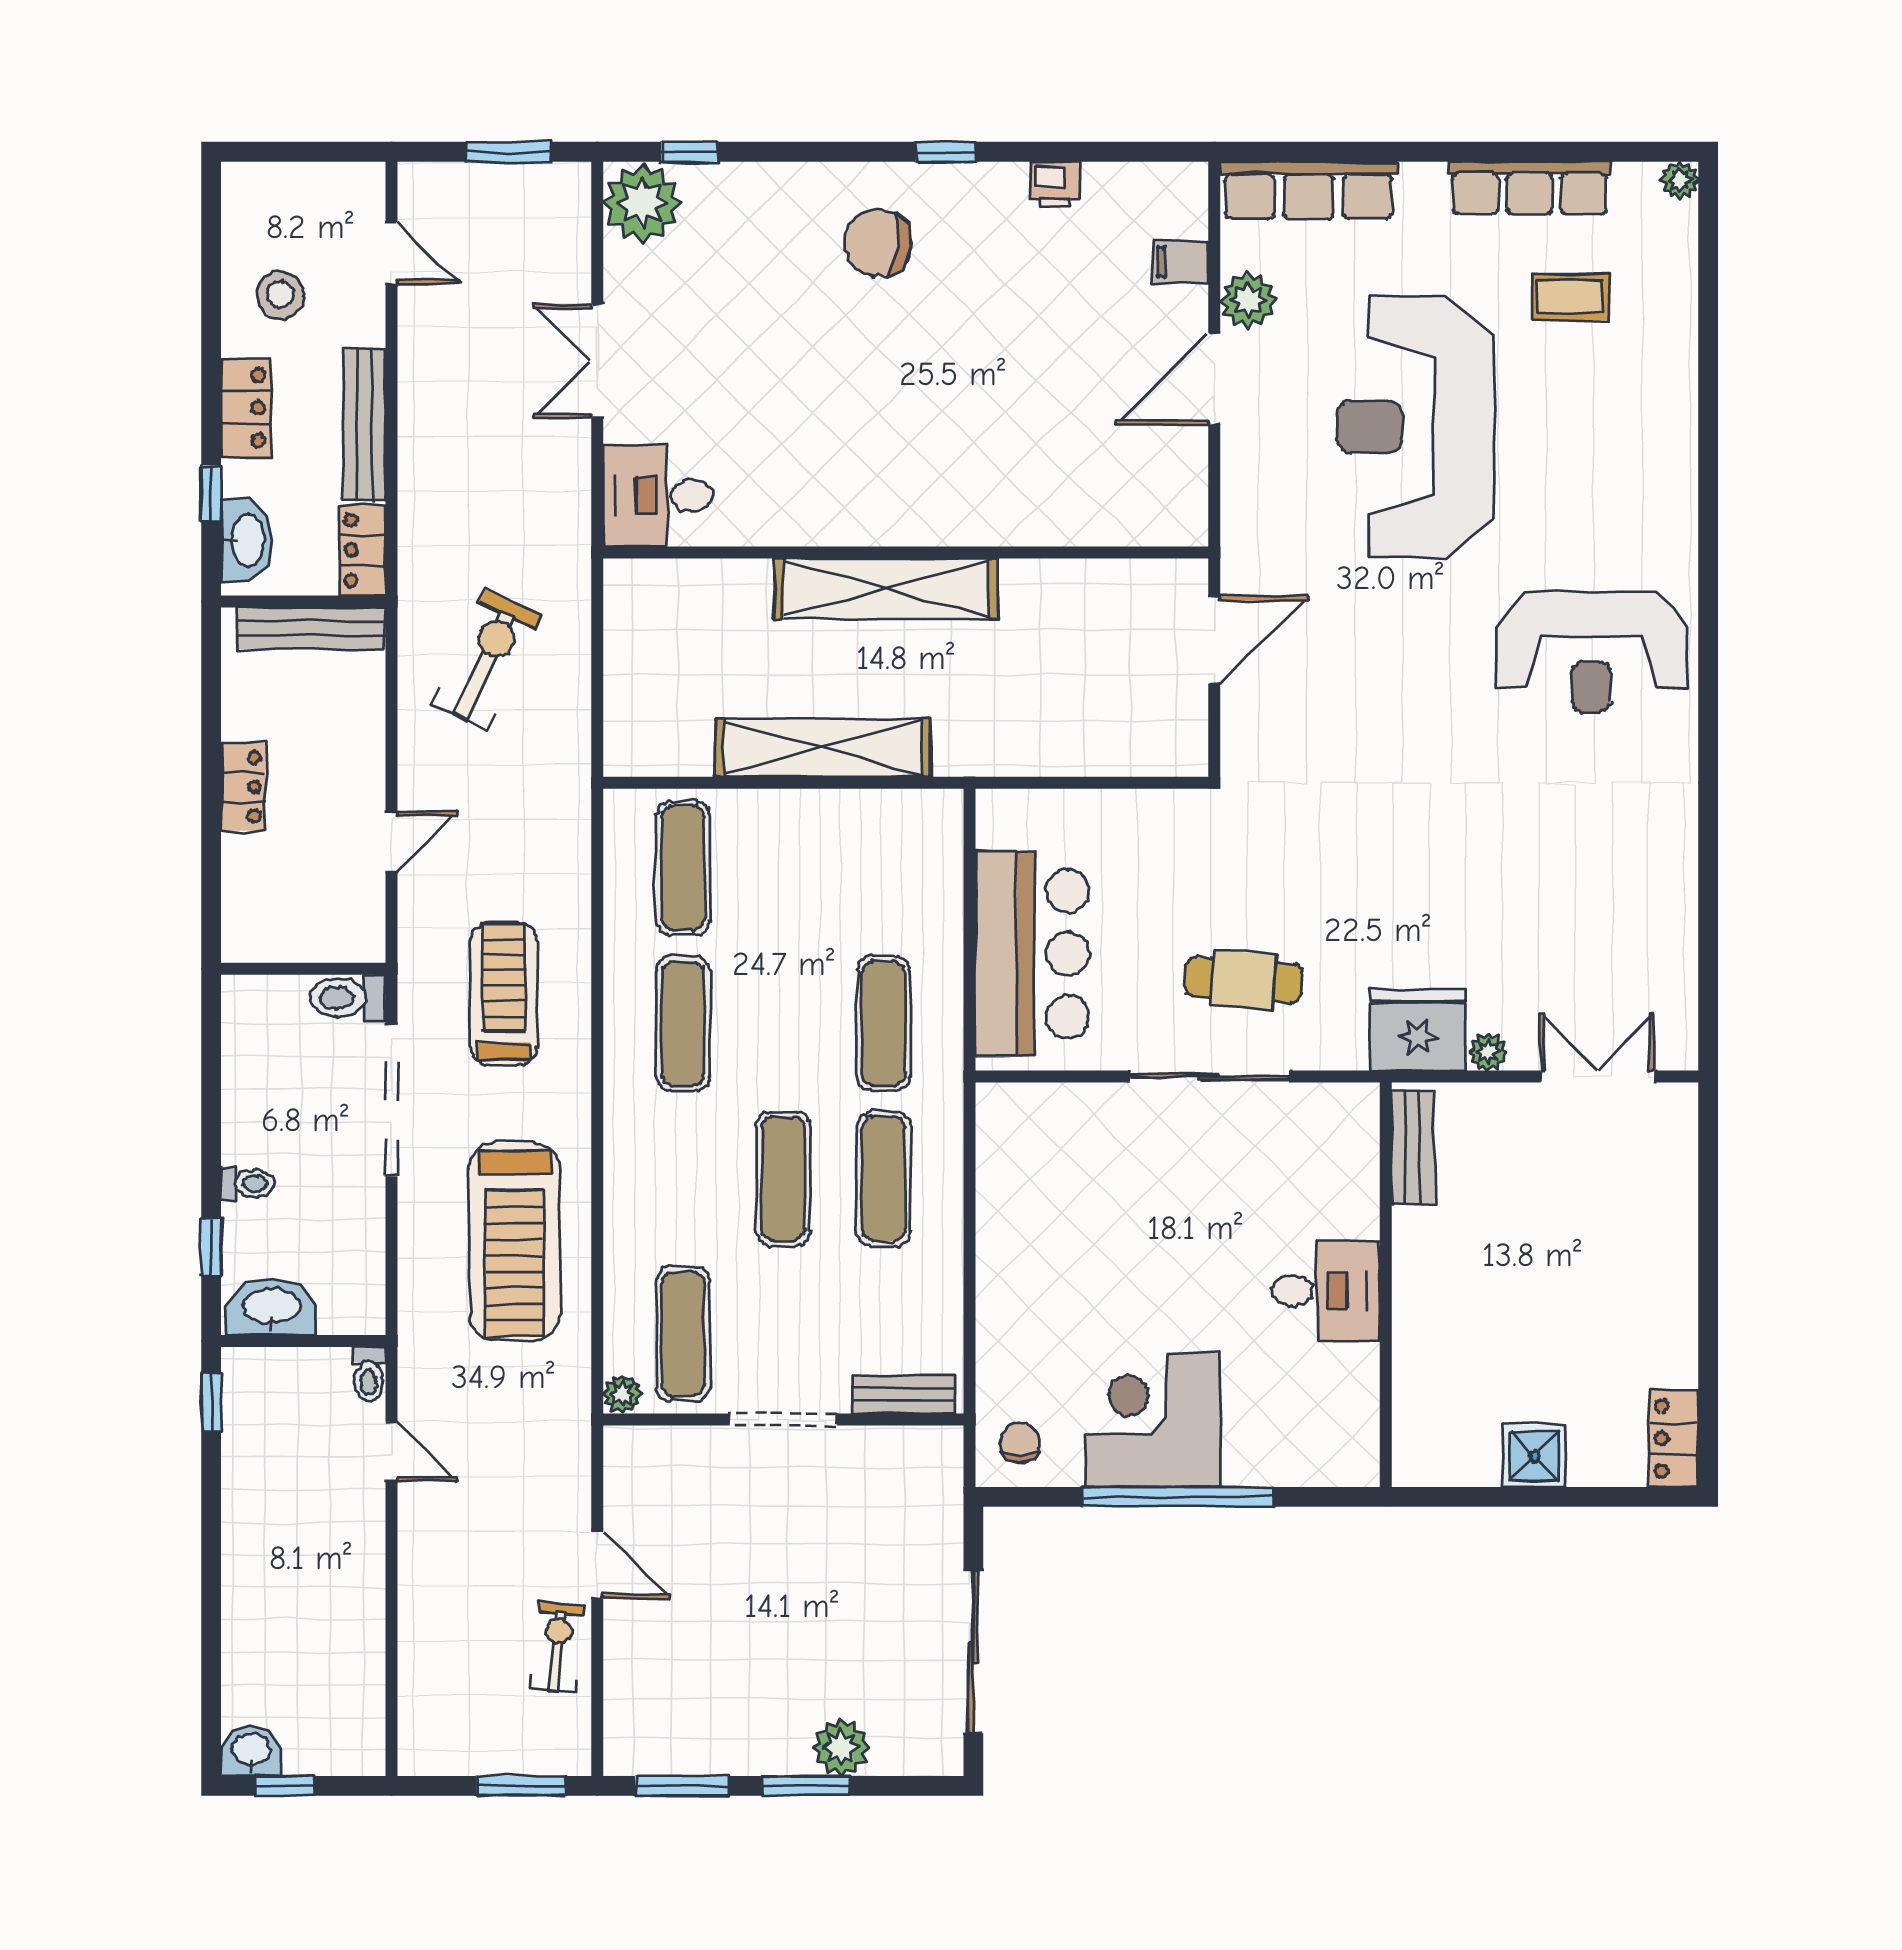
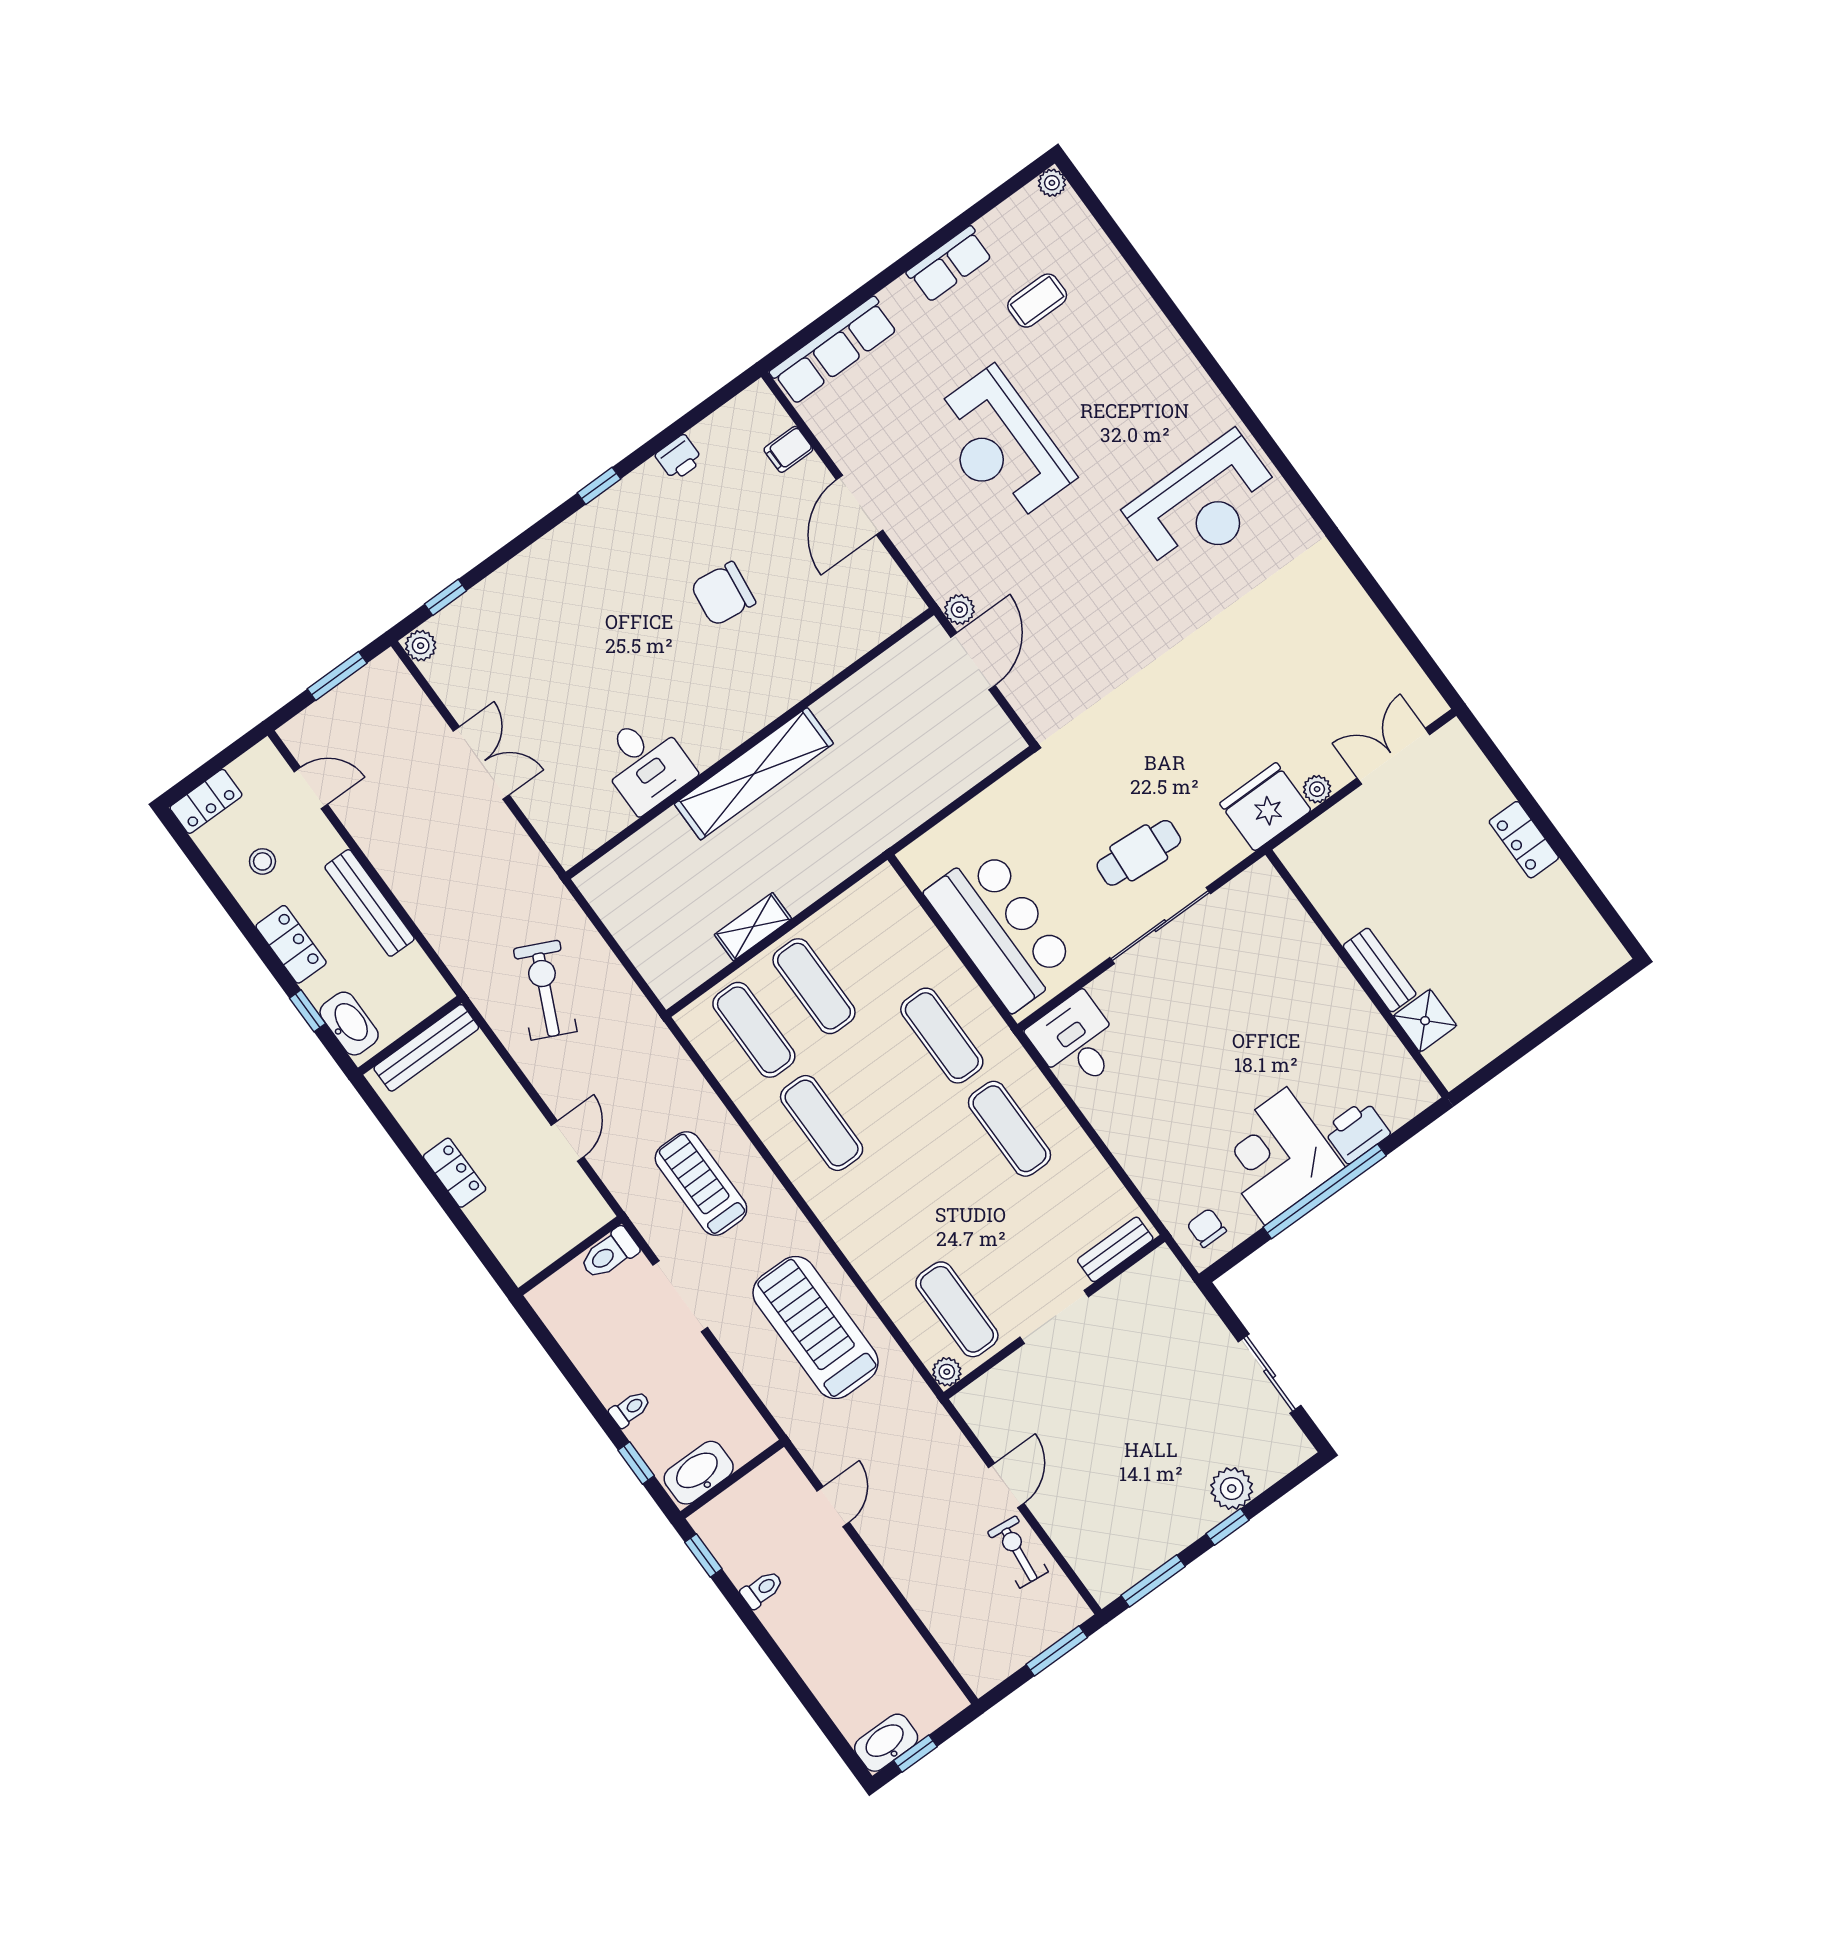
row of seats: (1530, 188) -> (949, 264), width x0.68
plant: (642, 203) -> (421, 646), width x0.53, depth x0.53
chair: (878, 243) -> (723, 594), moved
stool: (280, 295) -> (262, 861), width x0.73, depth x0.73
plant: (1248, 300) -> (959, 610), moved, width x0.73, depth x0.73
double door: (597, 361) -> (481, 763), swing flipped
reception desk: (1415, 427) -> (1001, 446), width x0.74, depth x0.77
desk: (658, 495) -> (645, 763), moved, turned -90
locker: (363, 550) -> (206, 801), moved, turned -90
shelving: (822, 747) -> (753, 927), width x0.45, depth x0.75
doorway: (391, 1100) -> (680, 1296), width x0.73
bench: (1413, 1147) -> (1380, 970), moved
exercise mat: (783, 1179) -> (814, 986), moved
treadmill: (514, 1242) -> (816, 1327), turned 180
desk: (1326, 1291) -> (1076, 1042), moved, turned -90
toilet: (369, 1374) -> (762, 1589), moved, turned -90
locker: (1674, 1439) -> (1524, 840), moved
door: (391, 1451) -> (833, 1507), hinge flipped
shower: (1534, 1456) -> (1425, 1021), moved
printer: (1260, 1457) -> (1357, 1131), added
door: (597, 1565) -> (1006, 1485), hinge flipped
sliding door: (973, 1652) -> (1270, 1374), width x0.73
washbasin: (251, 1751) -> (886, 1743), width x1.38
window: (806, 1786) -> (1227, 1527), width x0.67

